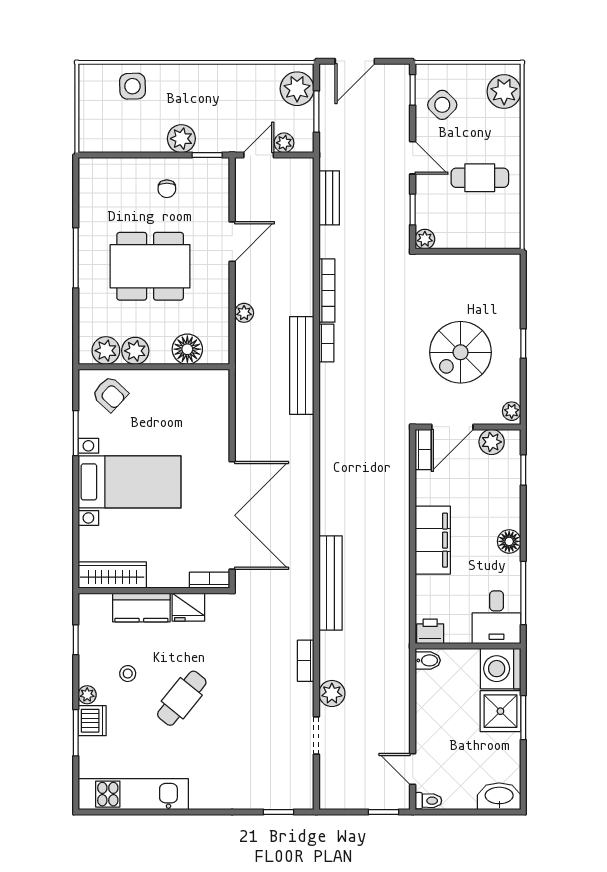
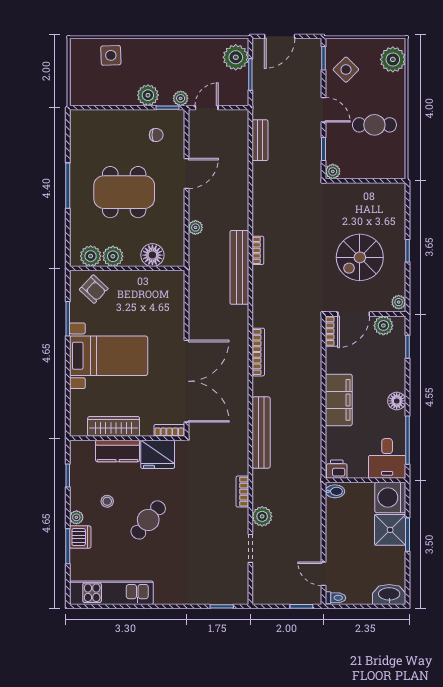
plant: (284, 143) -> (181, 98), moved
chair: (167, 189) -> (156, 135), moved, turned -90
bookcase: (327, 291) -> (258, 352), moved
wardrobe: (112, 575) -> (114, 426), moved
fridge: (188, 607) -> (158, 454), width x1.36, depth x1.34

